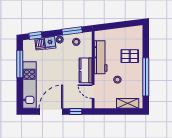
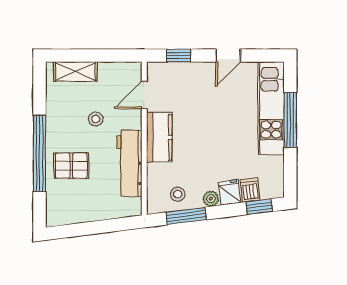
window: (20, 64) -> (290, 120), moved
window: (146, 77) -> (39, 153), moved
door: (93, 92) -> (144, 95), swing flipped
door: (51, 111) -> (228, 56), width x0.53

